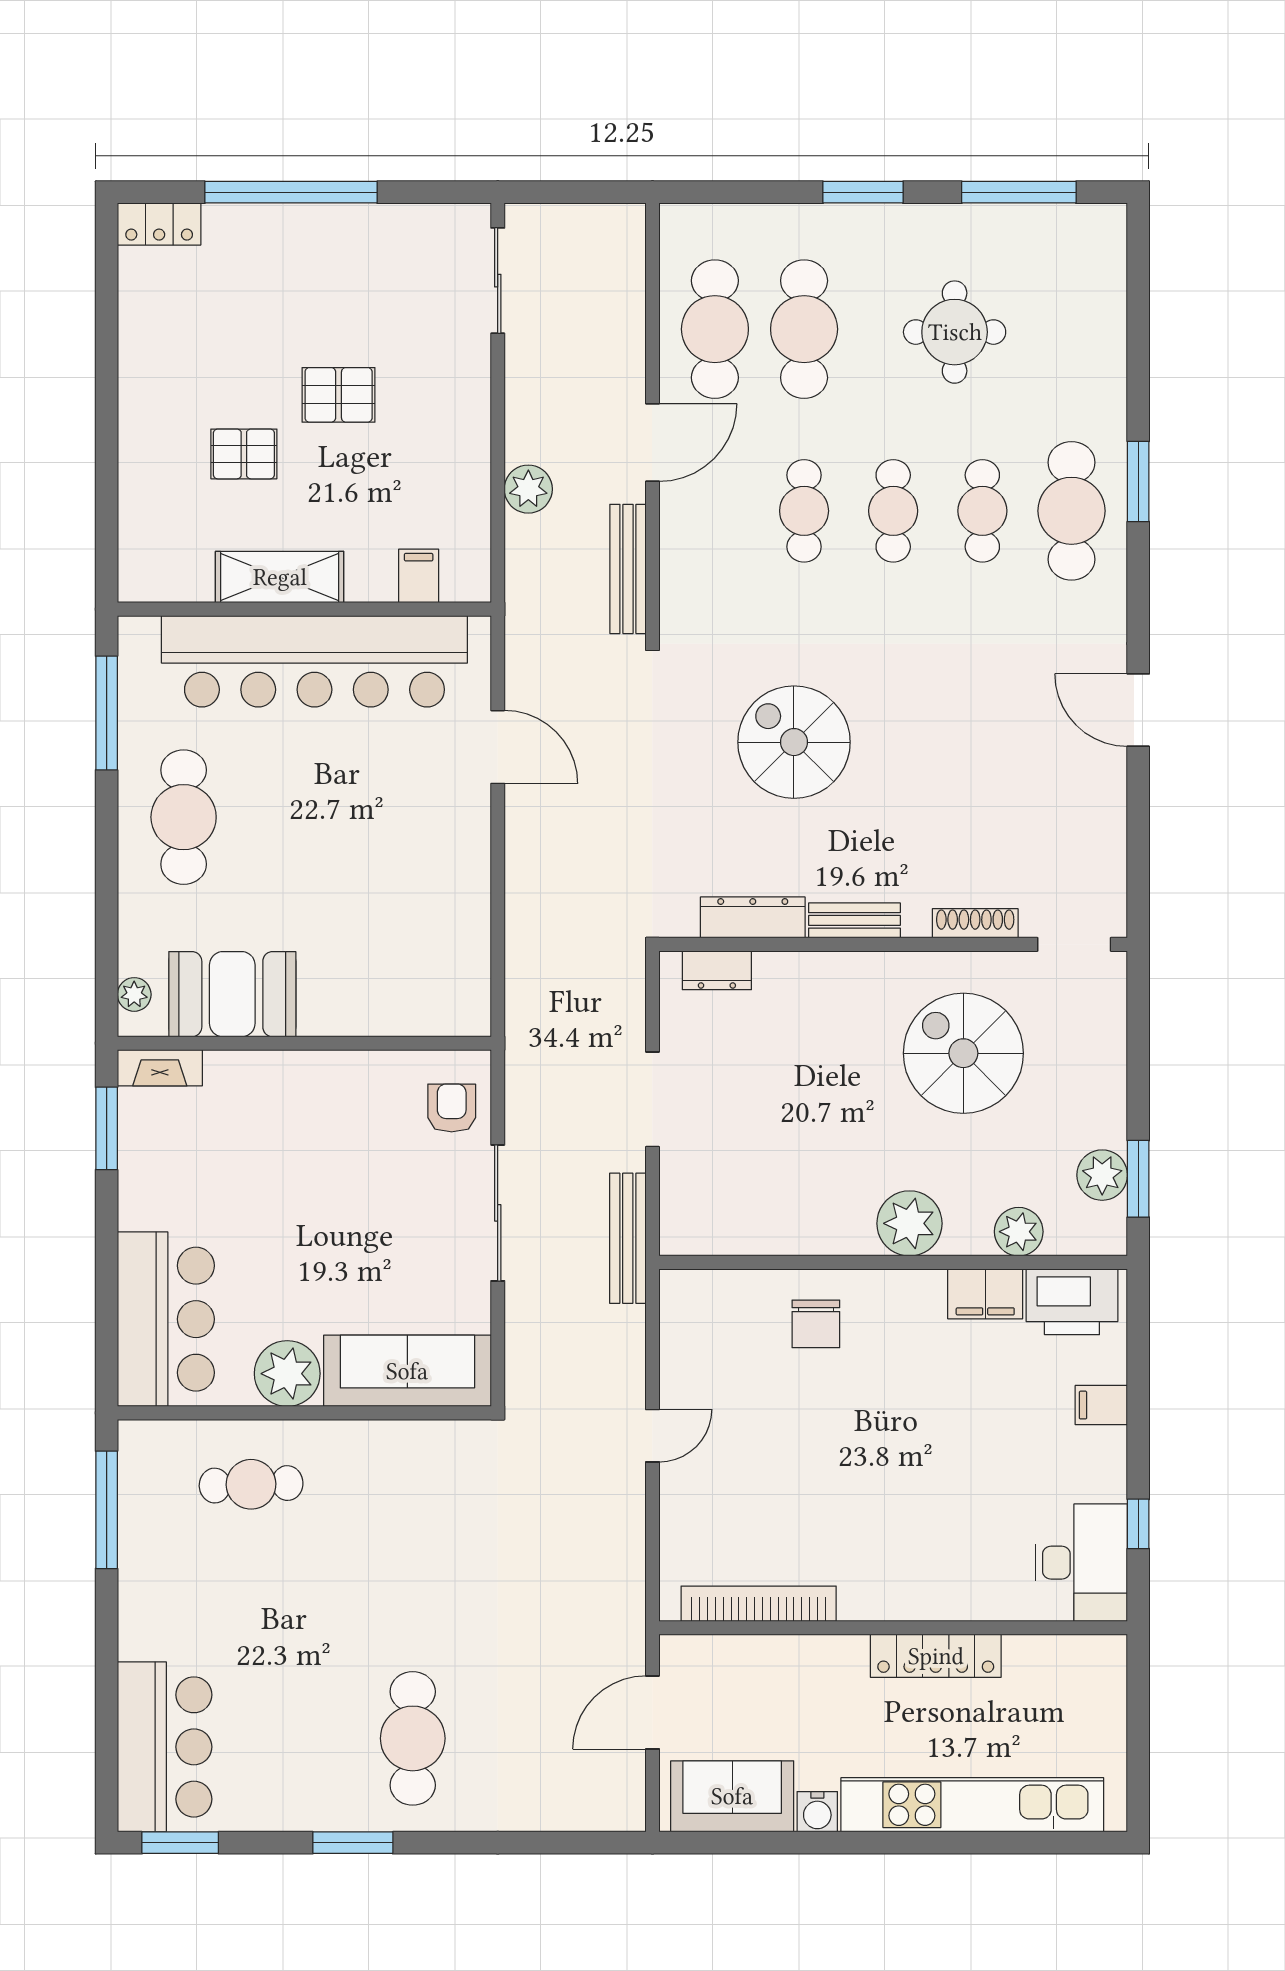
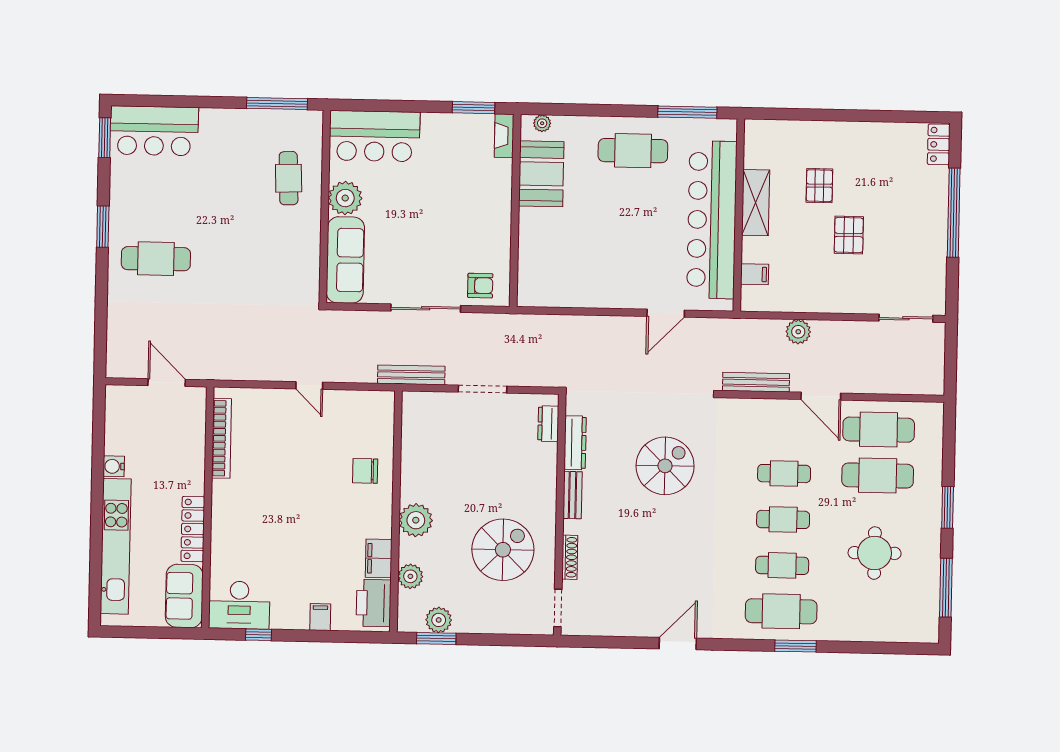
sofa: (732, 1796) -> (184, 596), moved, turned 180

